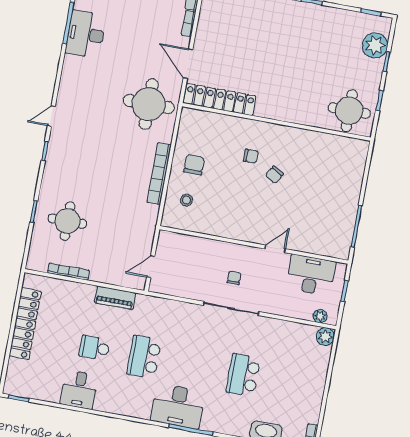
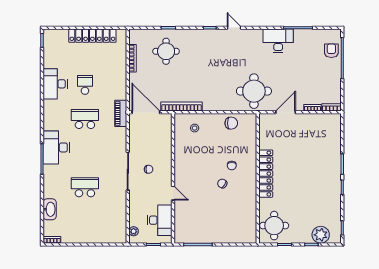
desk: (86, 34) -> (278, 41), moved
locker: (220, 99) -> (266, 174), moved
chair: (194, 165) -> (231, 123), moved
bookcase: (159, 173) -> (182, 107), moved
door: (151, 267) -> (146, 112), width x1.88
piano: (115, 298) -> (121, 113), moved
plant: (325, 337) -> (121, 237), removed
desk: (79, 390) -> (55, 84), width x1.37

